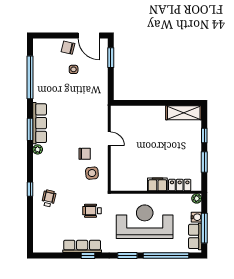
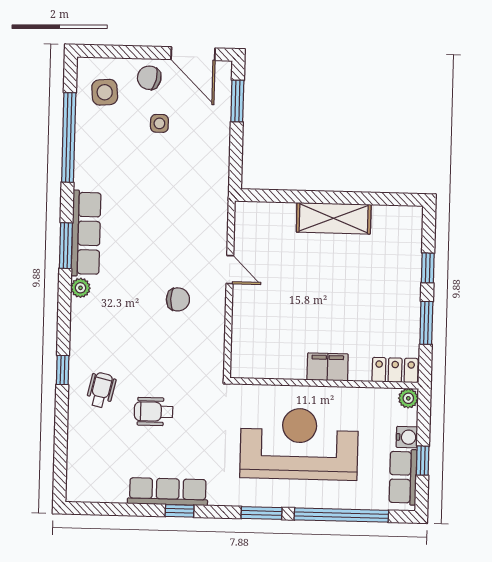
shelving: (184, 113) -> (334, 218), moved
side table: (92, 173) -> (105, 92), moved
locker: (180, 185) -> (395, 370), moved
wheelchair: (92, 211) -> (154, 412), moved
window: (204, 228) -> (423, 461), width x0.46

